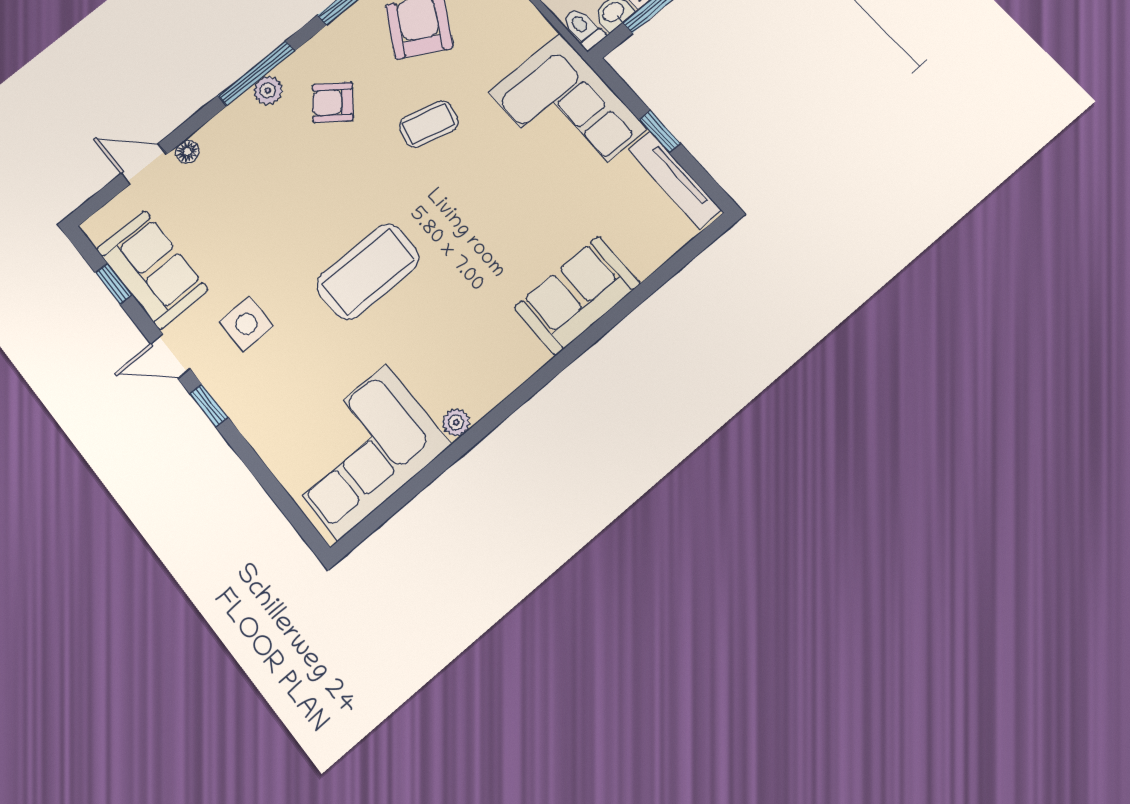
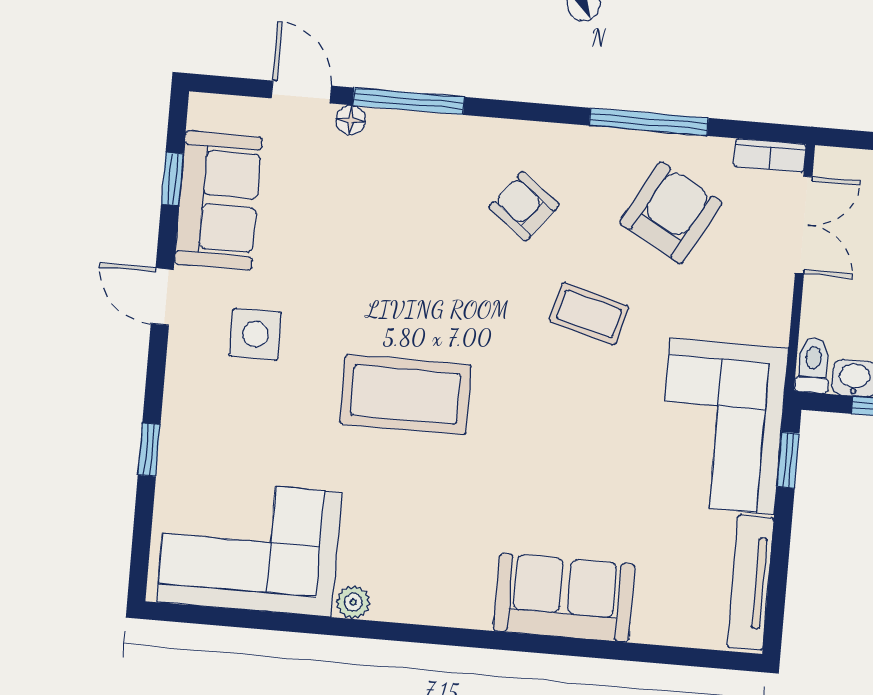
window: (256, 73) -> (409, 101), moved
plant: (268, 90) -> (477, 135), removed
window: (660, 131) -> (788, 460), moved
window: (209, 405) -> (149, 450), moved

